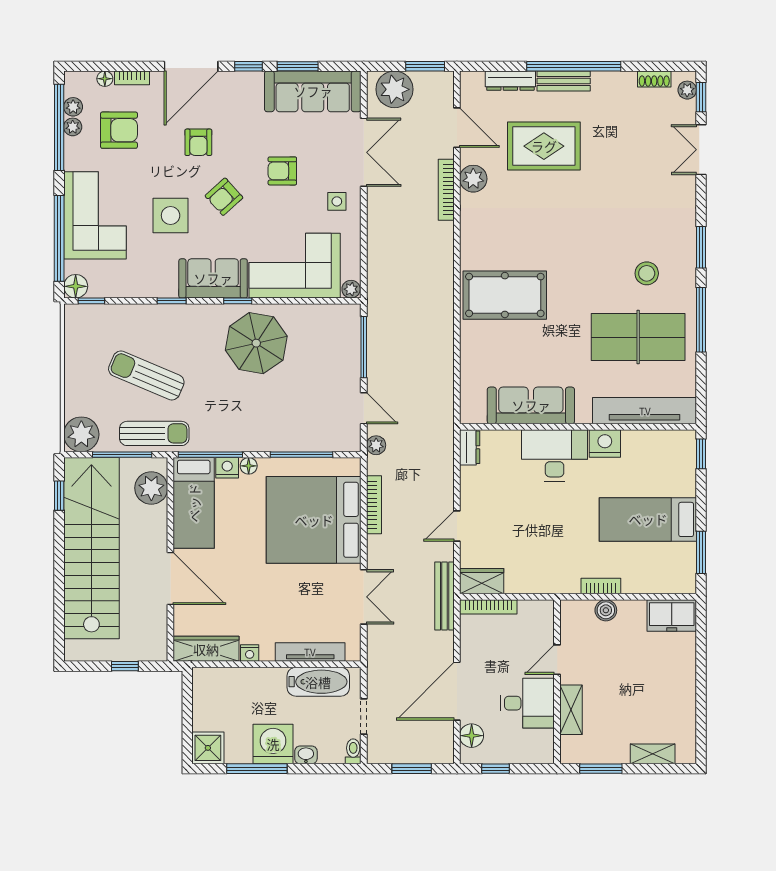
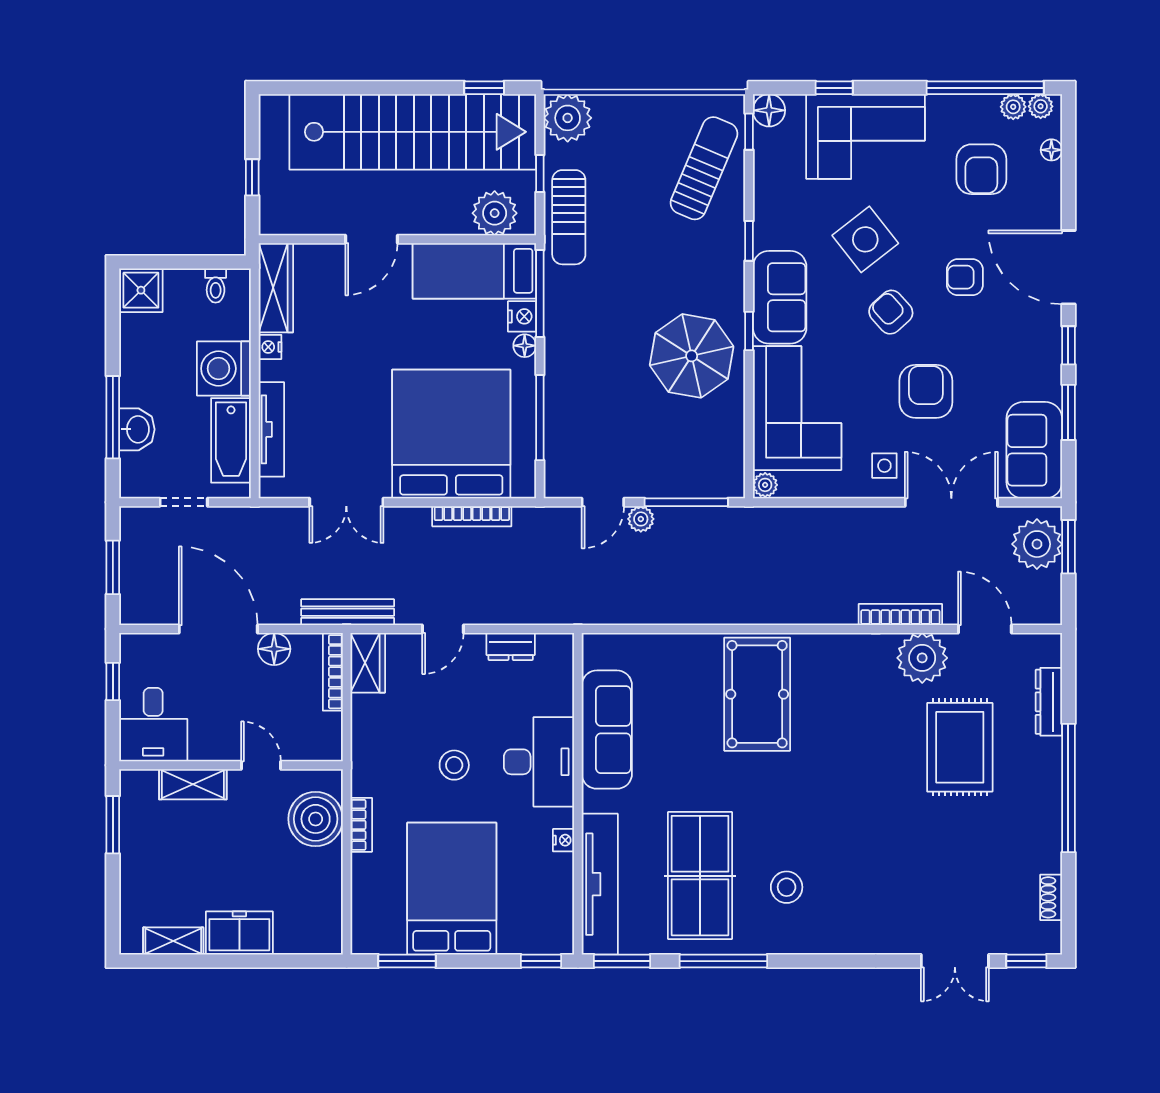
window: (425, 66) -> (1068, 547), moved
bookcase: (132, 78) -> (1053, 187), removed
bench: (564, 81) -> (1048, 774), removed
plant: (687, 90) -> (1036, 942), removed
sofa: (313, 91) -> (1034, 450), width x0.73
plant: (73, 127) -> (1041, 106), moved
door: (457, 128) -> (985, 629), swing flipped
double door: (701, 150) -> (955, 961), swing flipped
double door: (364, 152) -> (951, 502), swing flipped
armchair: (282, 171) -> (926, 391), width x1.38, depth x1.38
plant: (473, 179) -> (922, 658), width x1.36, depth x1.36
side table: (171, 215) -> (865, 239), turned -38
window: (59, 238) -> (834, 88), width x0.32
window: (701, 247) -> (622, 961), moved
sun lounger: (146, 376) -> (704, 168), moved
nightstand: (605, 443) -> (564, 840), width x0.53, depth x0.56
plant: (376, 445) -> (641, 519), moved
dresser: (470, 447) -> (511, 646), moved
window: (122, 455) -> (540, 173), width x0.46
stool: (557, 518) -> (454, 765), added
bed: (648, 519) -> (452, 889), width x1.50
door: (457, 526) -> (443, 629), swing flipped
door: (170, 578) -> (371, 239), width x0.73
boiler: (606, 610) -> (316, 819), width x1.86, depth x1.86
freezer: (672, 615) -> (239, 933), moved, turned 90
desk: (527, 703) -> (153, 725), moved
floor lamp: (472, 736) -> (274, 649), moved
washing machine: (273, 744) -> (224, 369), moved, turned 180
toilet: (353, 751) -> (216, 286), moved, turned 90
shelving: (653, 754) -> (173, 941), moved, turned 90
washbasin: (306, 755) -> (137, 429), width x1.38, depth x1.45
window: (257, 769) -> (113, 417), moved

